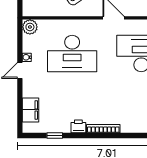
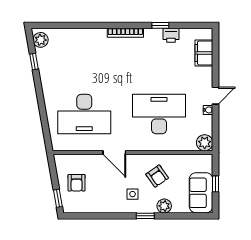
printer: (78, 126) -> (171, 35), moved
window: (55, 135) -> (160, 25), moved

